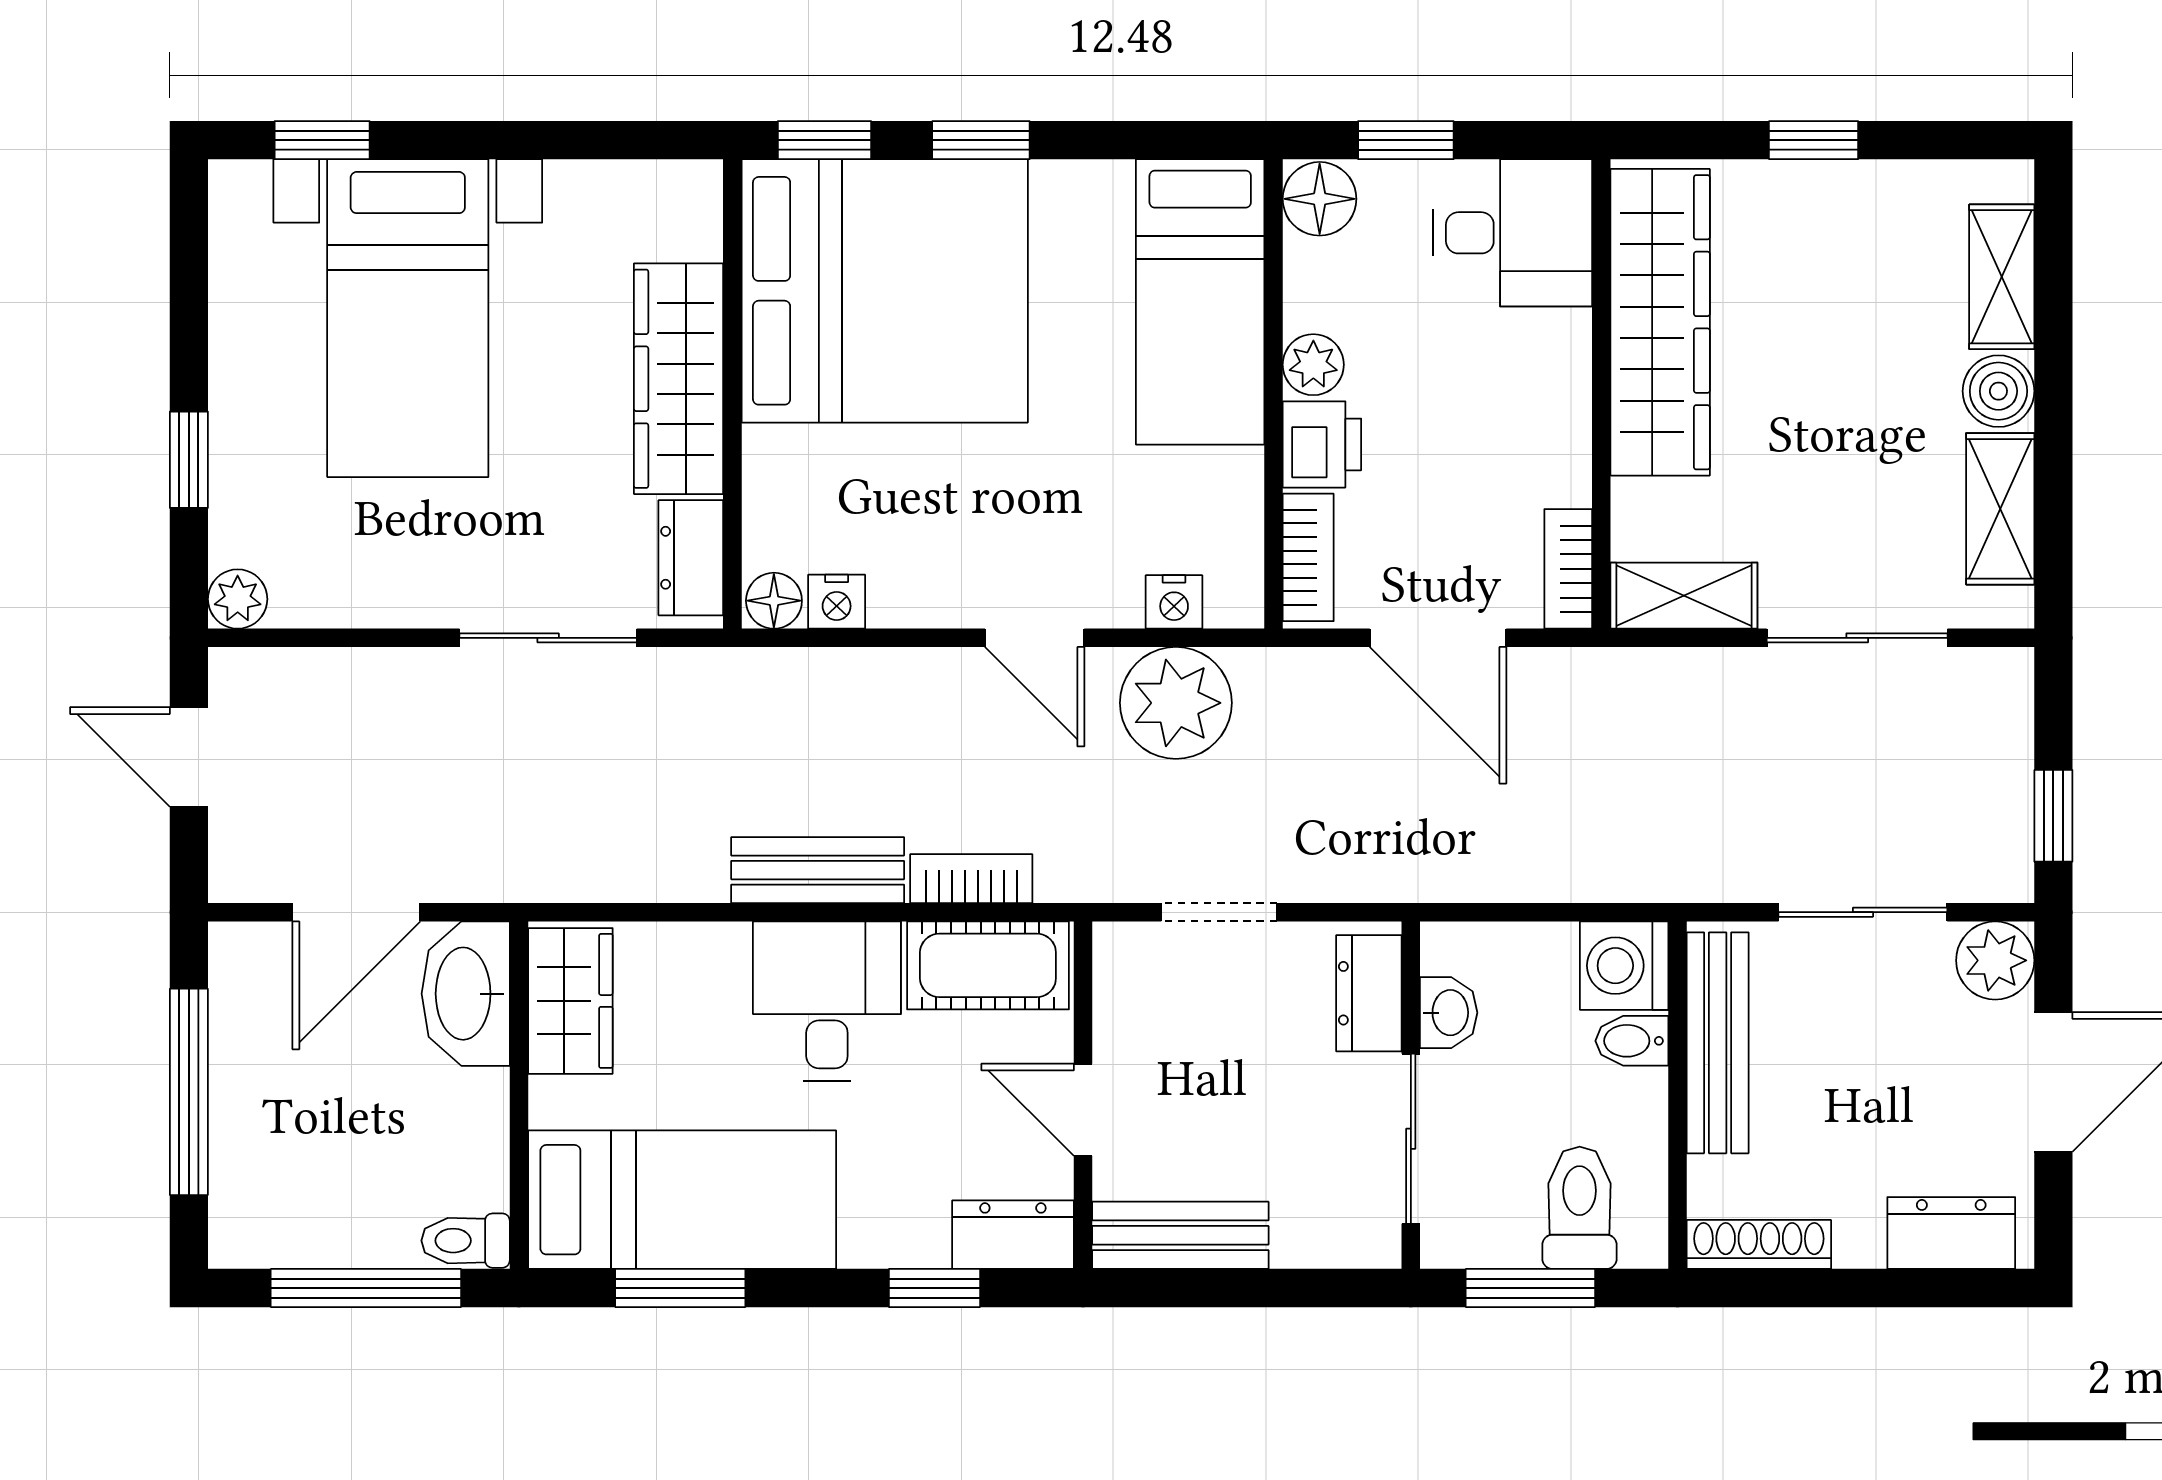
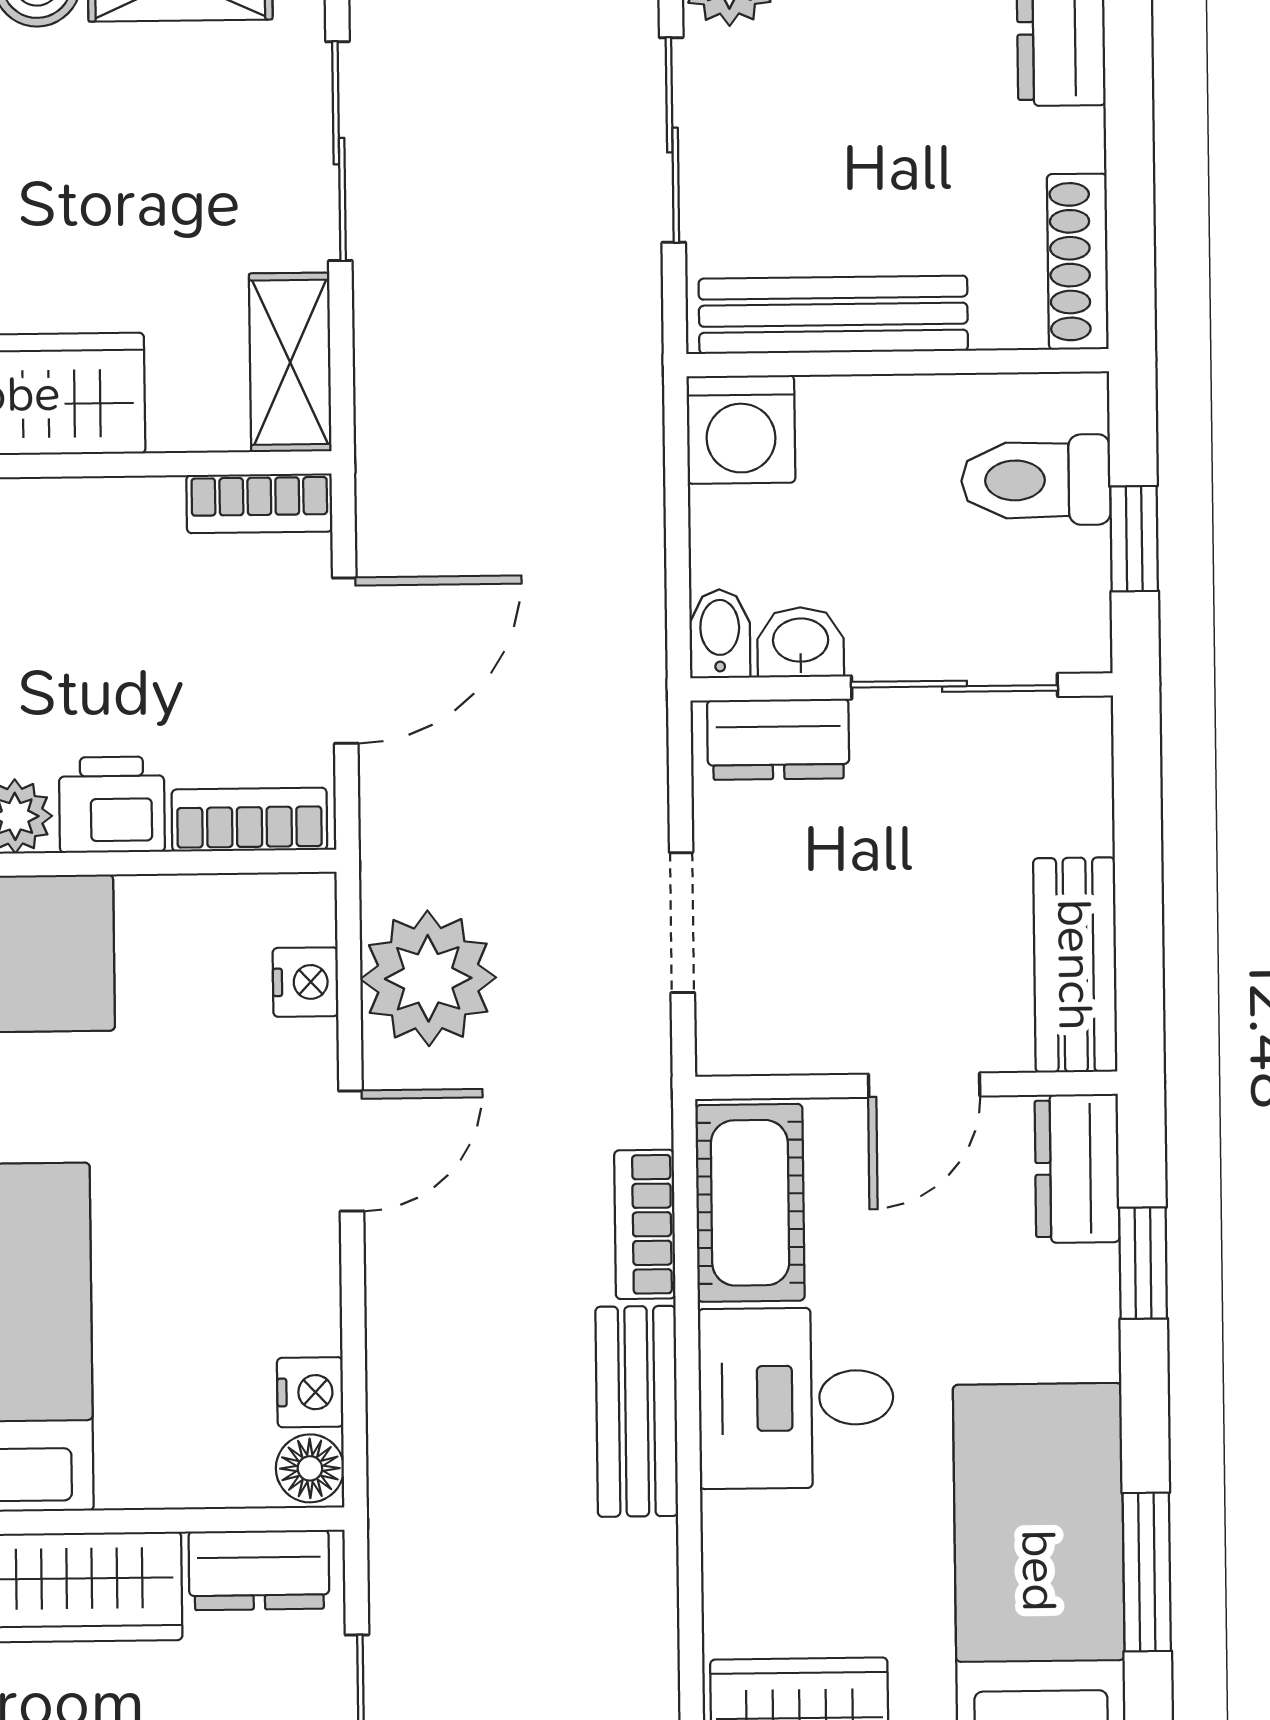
bidet: (1632, 1041) -> (720, 634), moved, turned 180
window: (1530, 1288) -> (1134, 539), width x0.67

